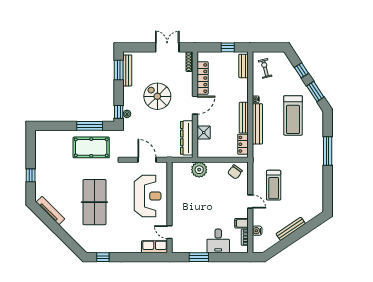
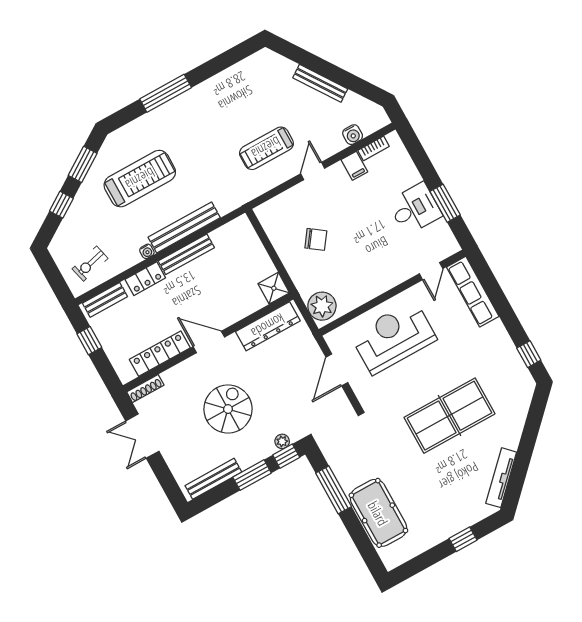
window: (119, 70) -> (252, 475), moved
spiral stairs: (157, 96) -> (228, 409), turned 180
shower: (204, 133) -> (274, 288), moved
locker: (243, 144) -> (145, 279), moved
pool table: (91, 147) -> (378, 513), moved
plant: (199, 170) -> (322, 306), moved
chair: (235, 172) -> (316, 239), moved
treadmill: (274, 185) -> (266, 148), turned 180
desk: (218, 241) -> (415, 209), moved
row of seats: (155, 247) -> (473, 292), width x1.48

